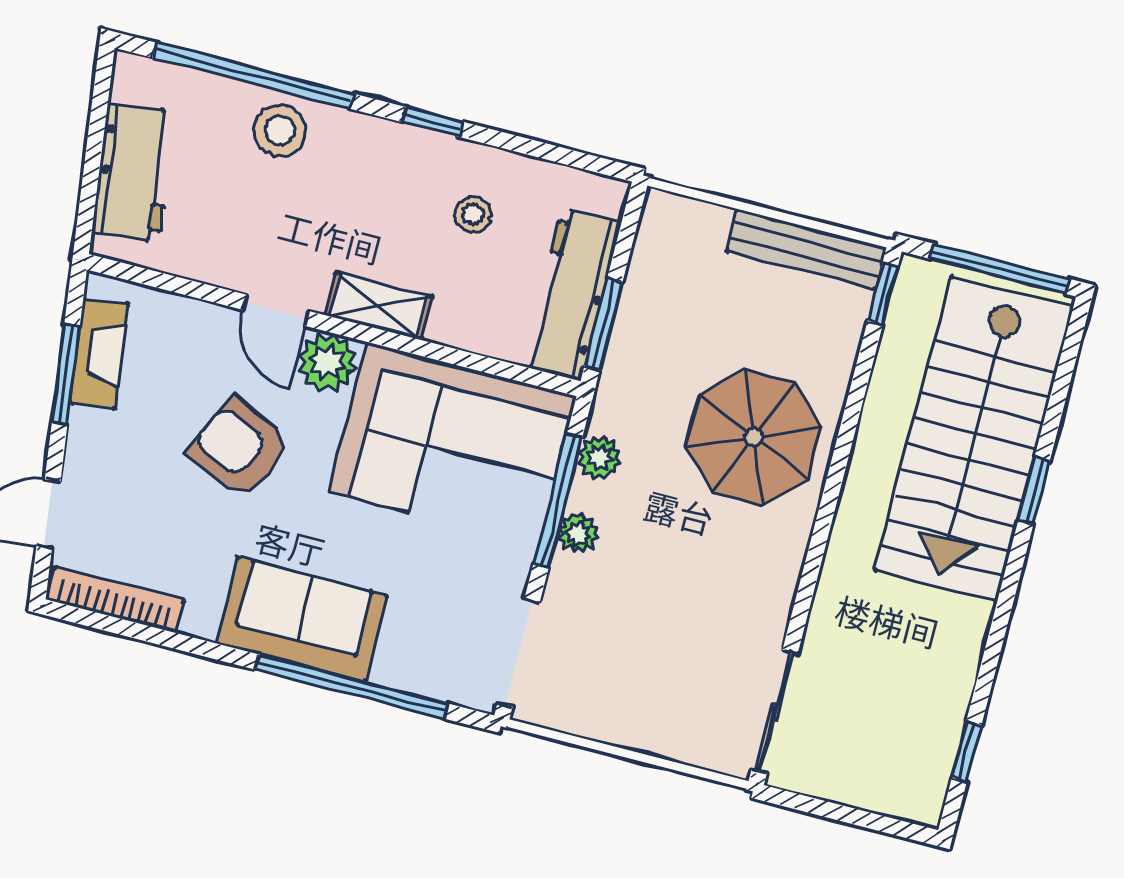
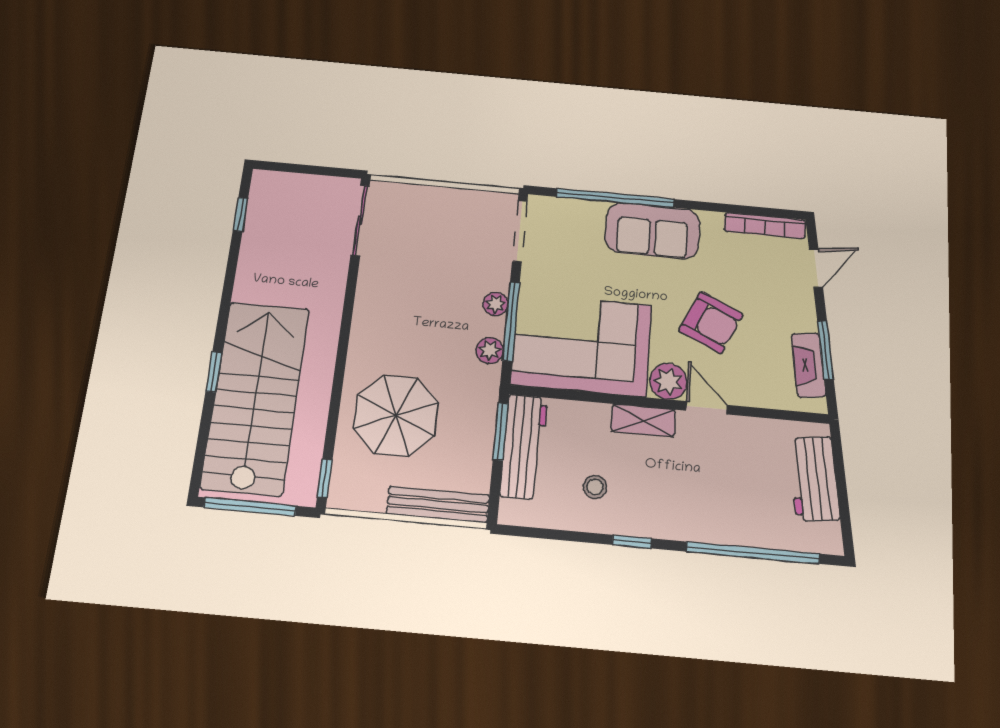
stool: (280, 131) -> (728, 520), removed
bench: (806, 249) -> (438, 505), moved
parasol: (754, 437) -> (396, 415), moved

